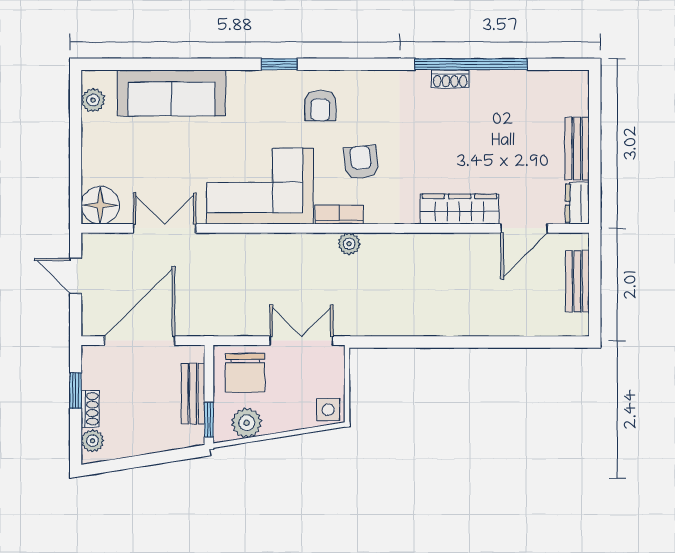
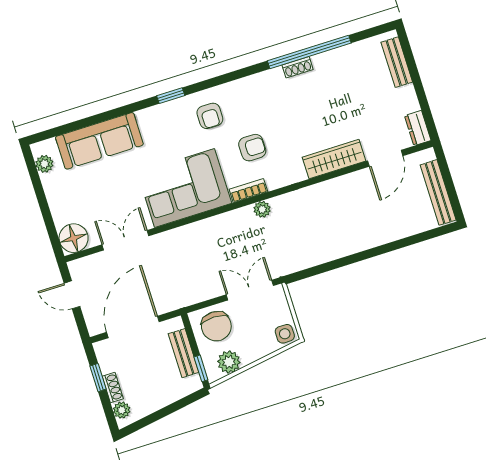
bench: (577, 148) -> (397, 62), moved
armchair: (361, 162) -> (252, 148), turned 96
bench: (577, 281) -> (438, 192), width x1.36

